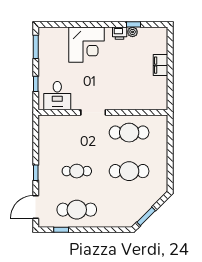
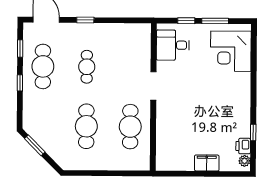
plant: (133, 32) -> (244, 161), moved
printer: (120, 33) -> (243, 146), moved
corner desk: (86, 45) -> (231, 51), moved
window: (36, 47) -> (215, 21), moved
window: (91, 230) -> (20, 83), added

